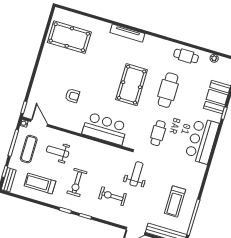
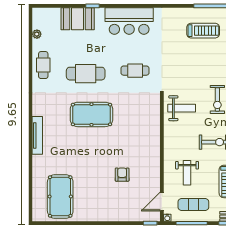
bar counter: (105, 129) -> (147, 129), removed
weight bench: (136, 174) -> (182, 108), moved, turned 180

